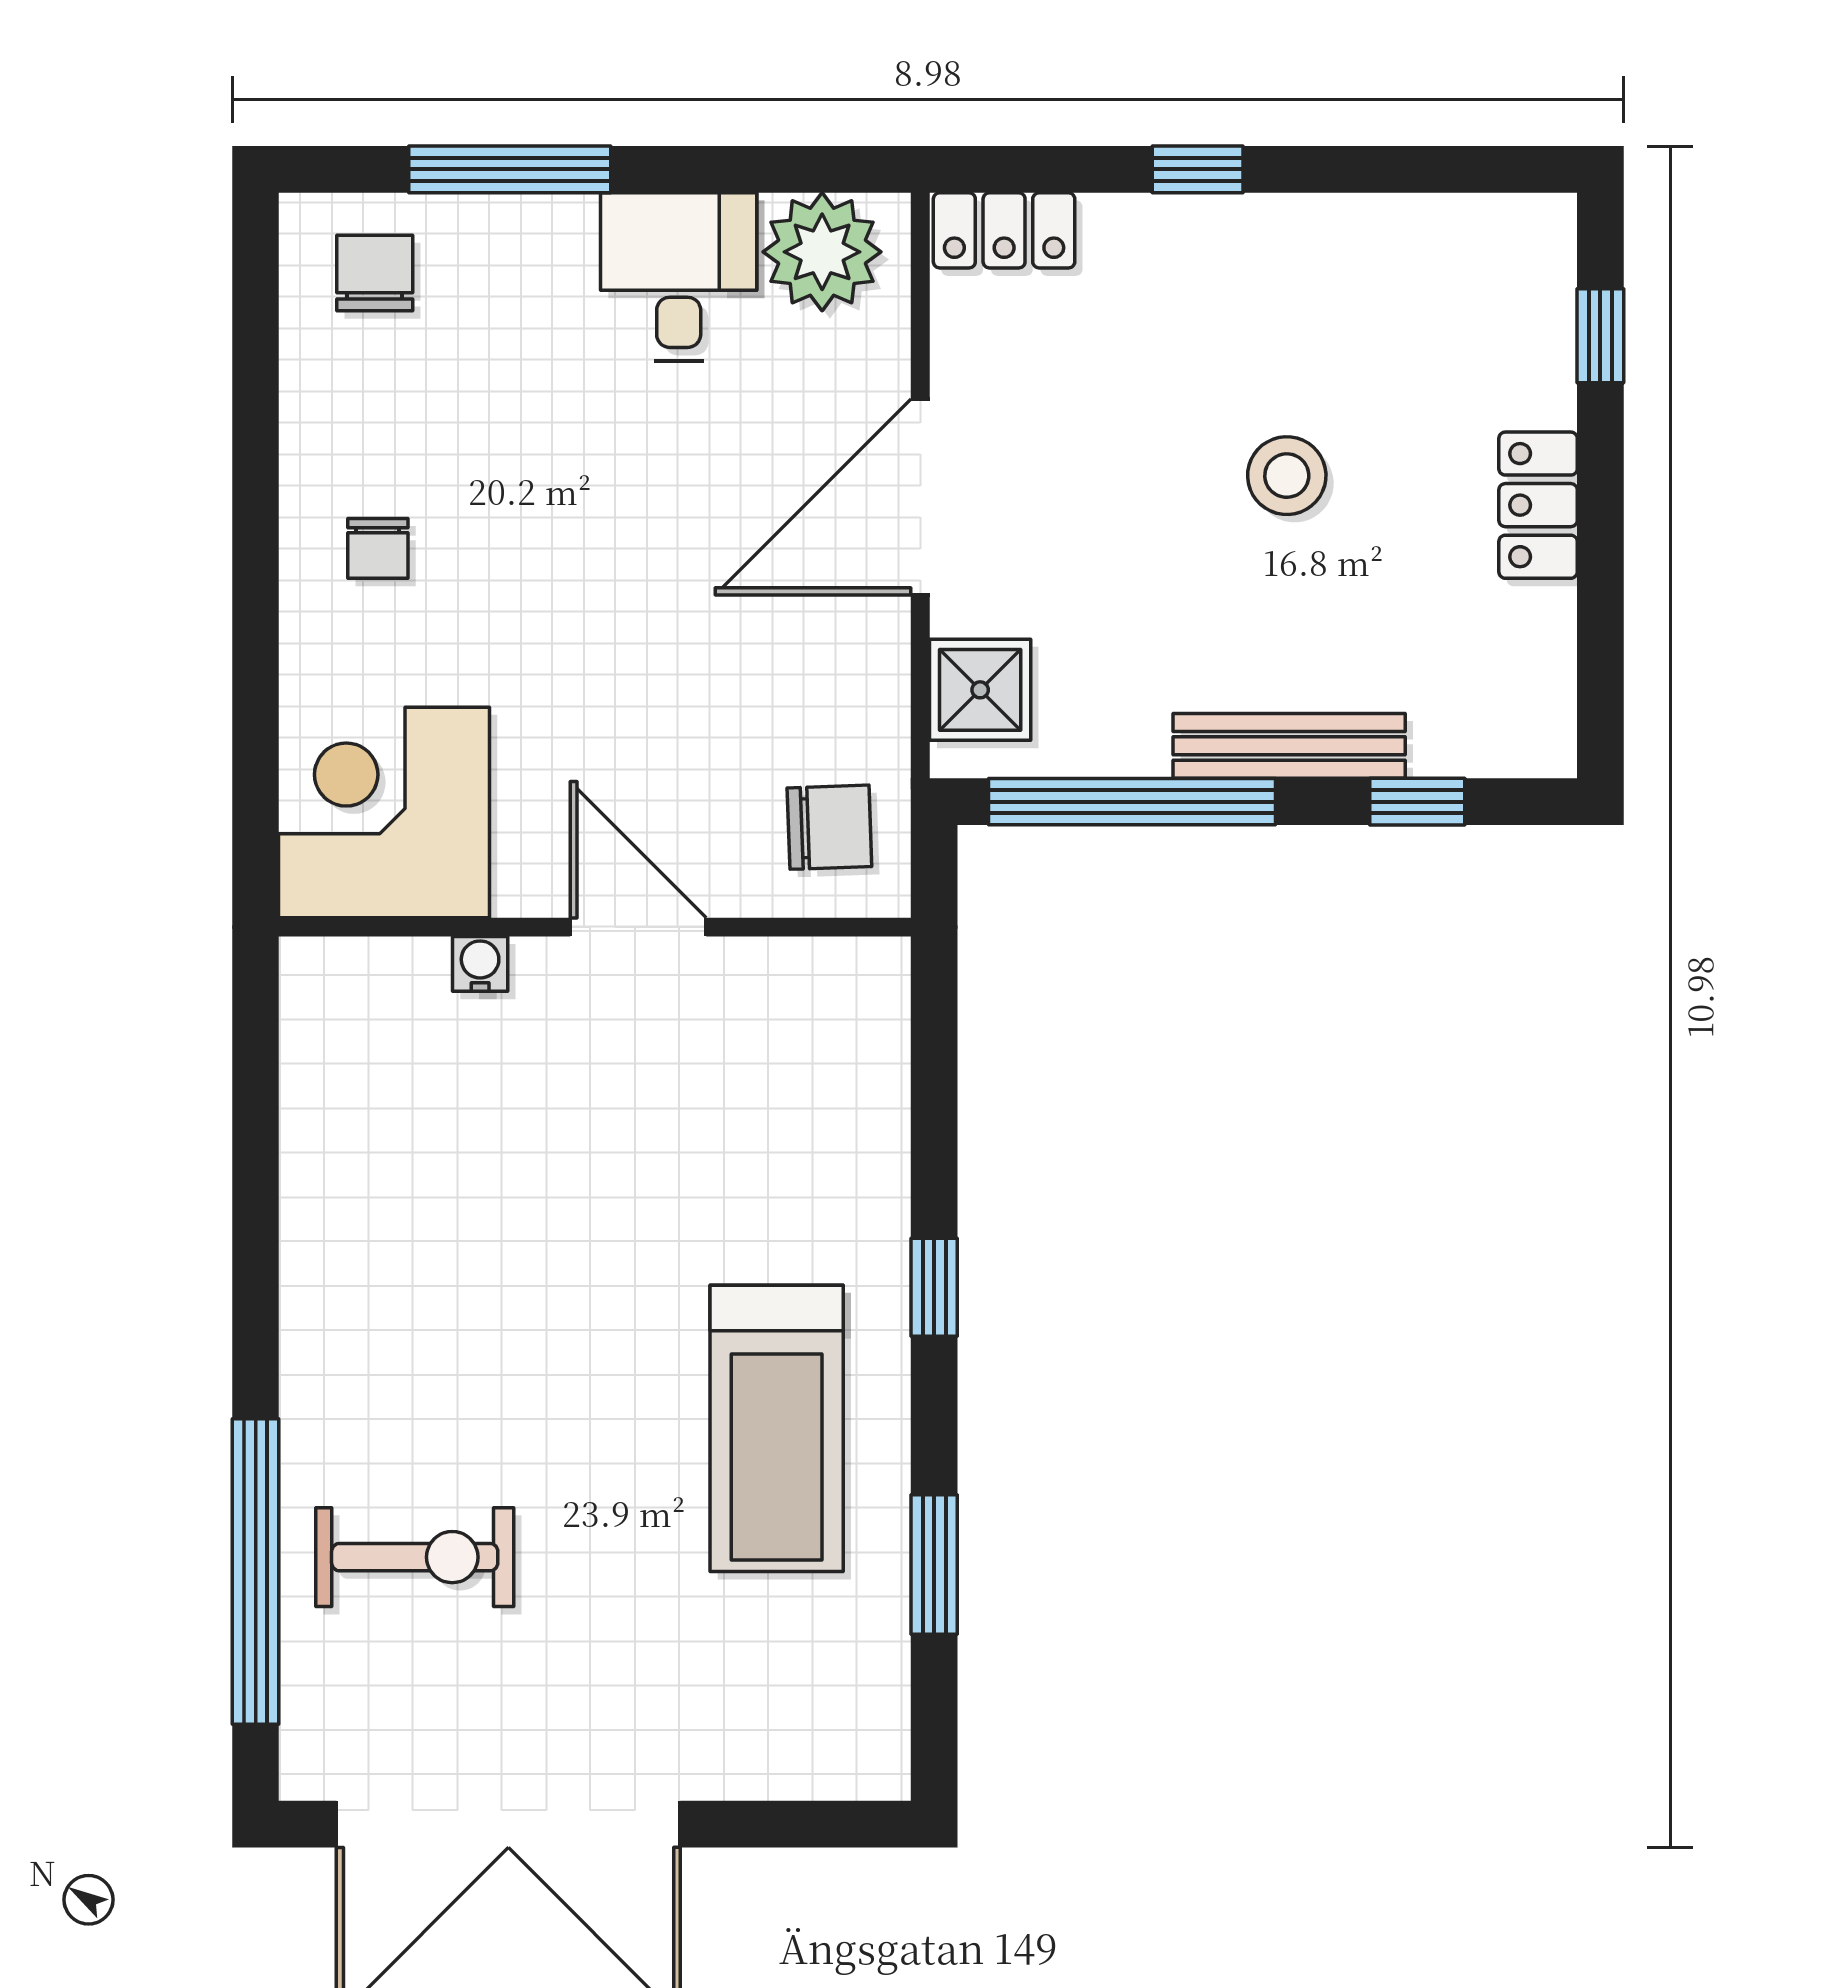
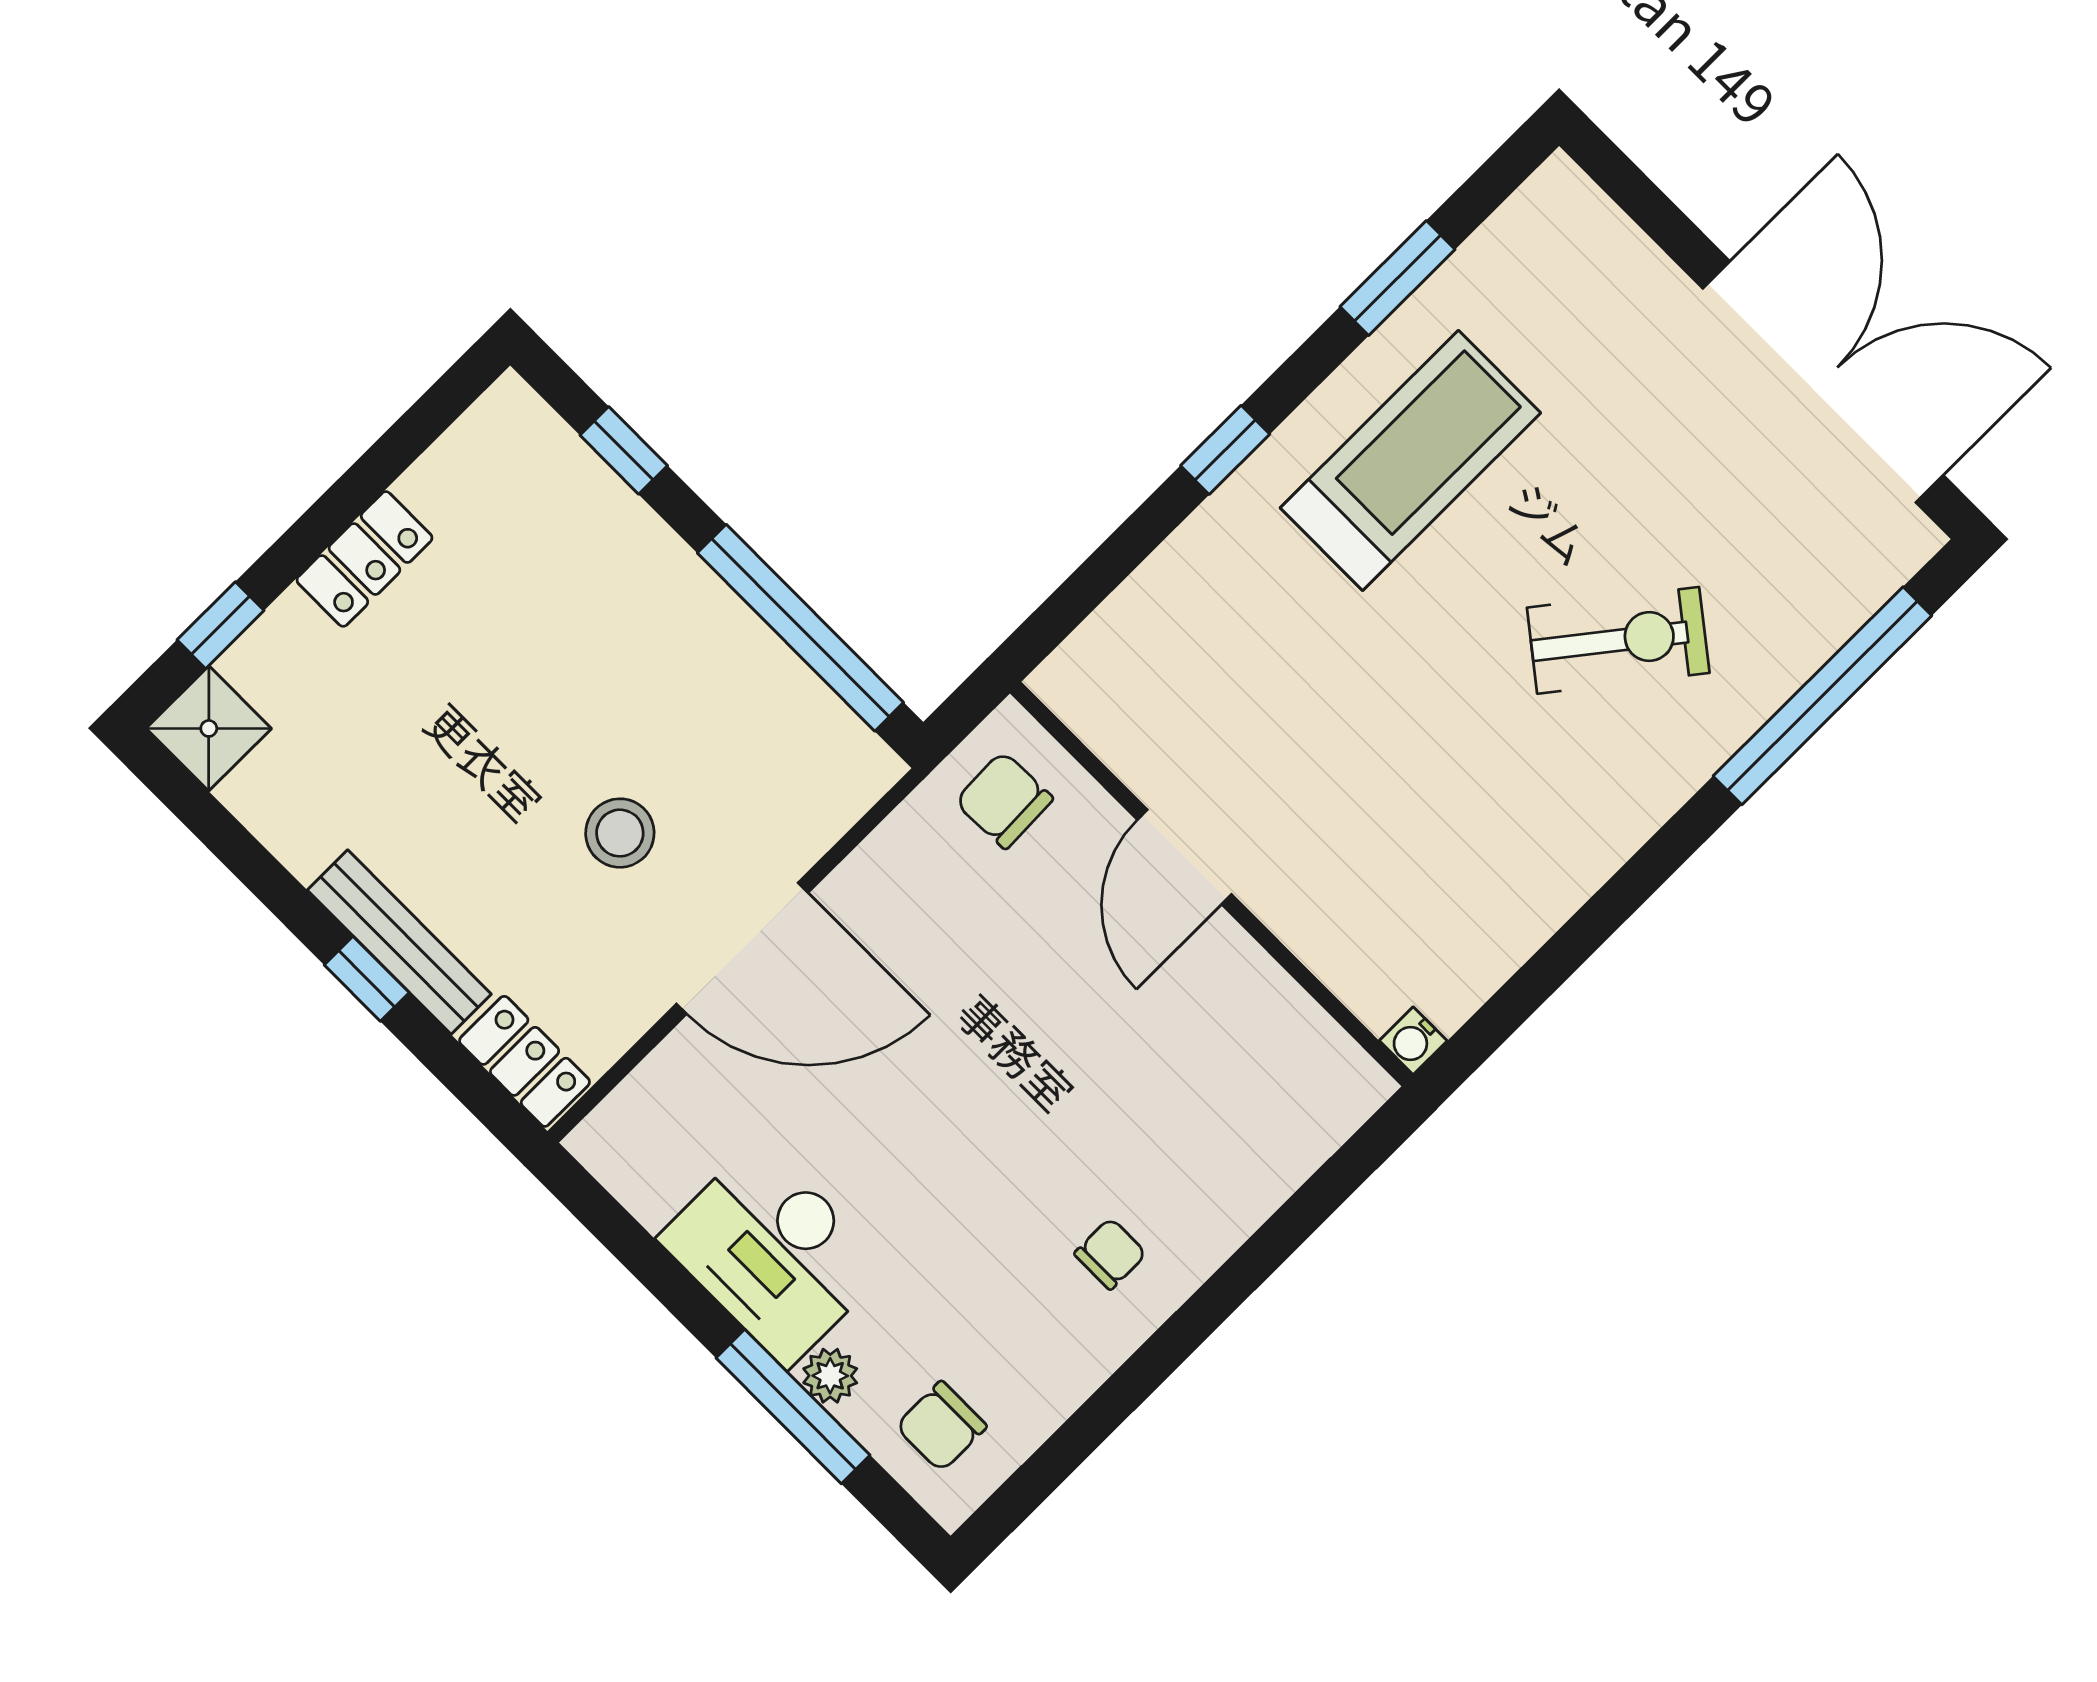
plant: (822, 252) -> (830, 1376), moved, width x0.53, depth x0.53
desk: (679, 277) -> (773, 1253), width x1.37
stool: (1287, 476) -> (620, 833), moved
shower: (980, 690) -> (209, 728), moved
bench: (1289, 746) -> (399, 942), moved
corner desk: (384, 812) -> (1271, 1086), removed
water cooler: (480, 964) -> (1413, 1041), moved
exercise bike: (415, 1557) -> (1618, 640), moved, turned 128

